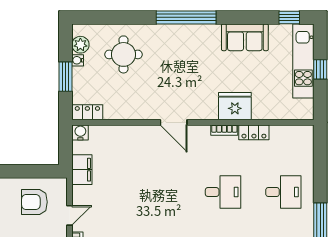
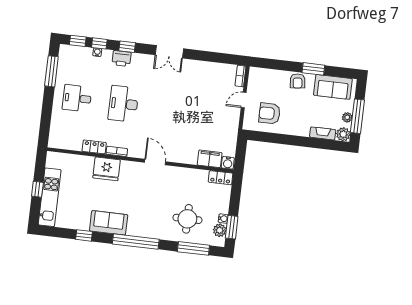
window: (111, 17) -> (193, 248), added
window: (289, 17) -> (84, 235), moved
sofa: (245, 37) -> (109, 223), moved
window: (66, 77) -> (232, 227), moved
filing cabinet: (82, 170) -> (210, 159), moved, turned 90
desk: (223, 192) -> (123, 104), width x1.37
armchair: (34, 202) -> (270, 113), turned 180

